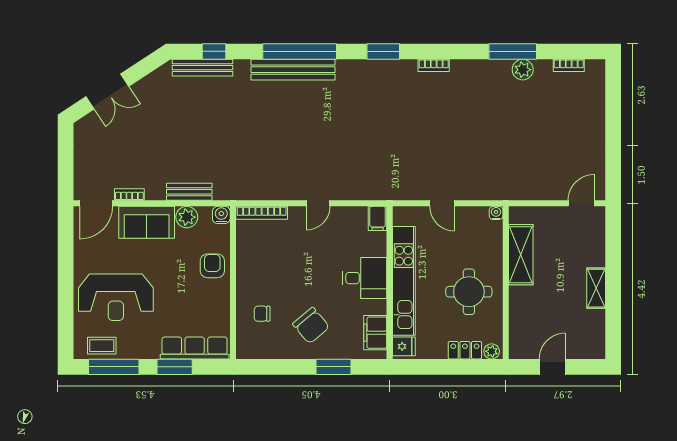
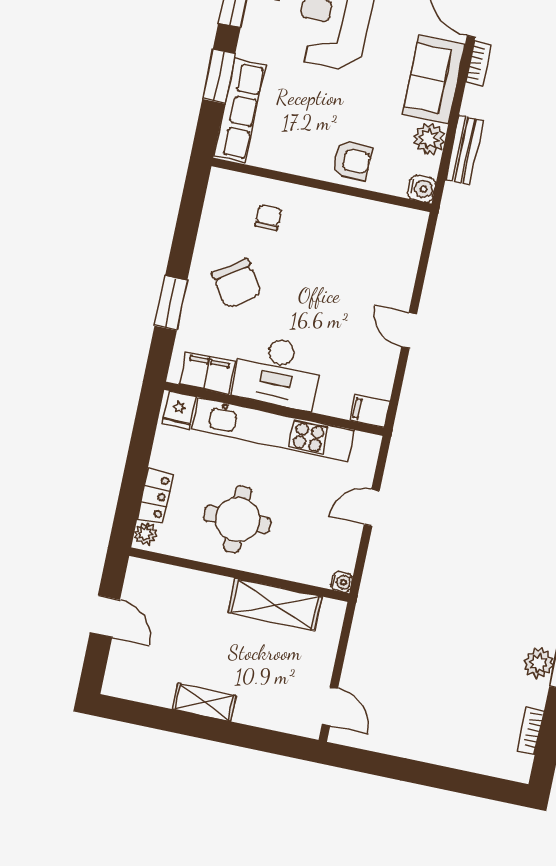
bookcase: (262, 213) -> (413, 247), removed
desk: (365, 278) -> (277, 372), width x1.37
chair: (311, 326) -> (237, 284), turned -84

